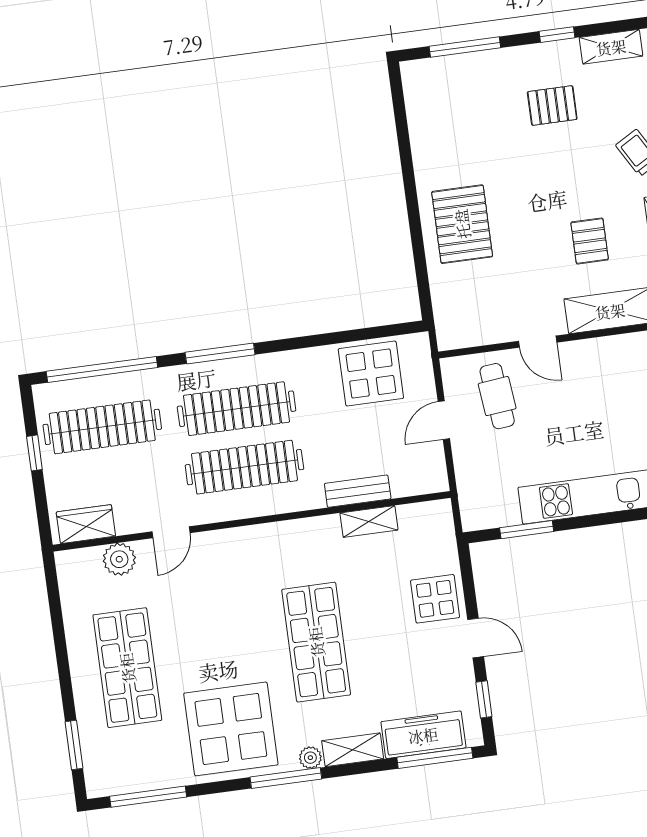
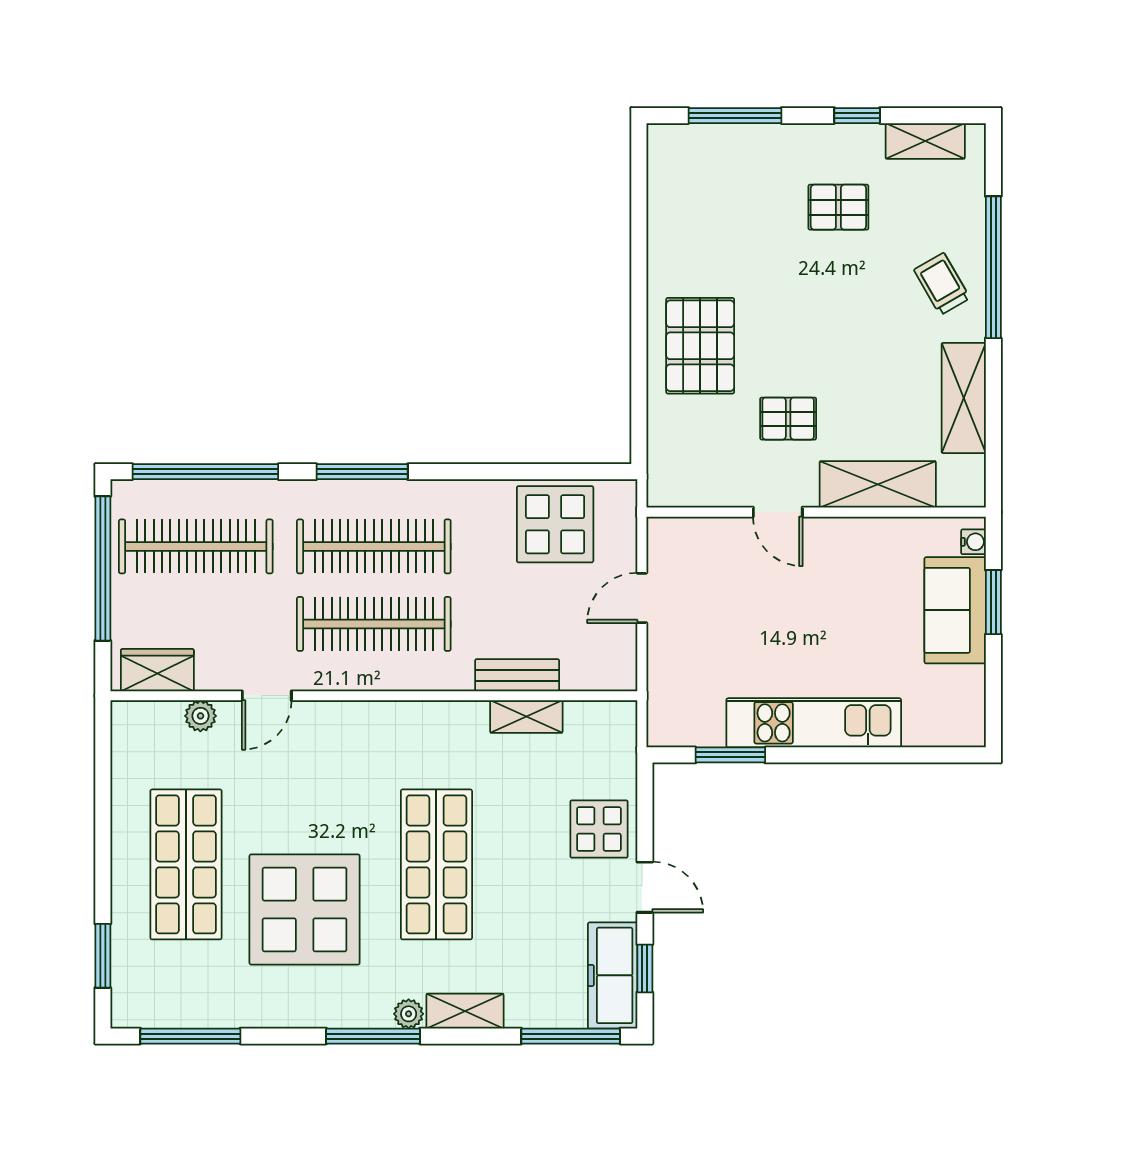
pallet: (590, 241) -> (788, 419), moved, turned 90
cafe table: (497, 396) -> (715, 576), removed
window: (34, 453) -> (103, 568), width x3.17
plant: (119, 559) -> (200, 716), width x0.73, depth x0.73
display table: (231, 729) -> (305, 909), moved
freezer: (423, 735) -> (613, 975), moved, turned -90

